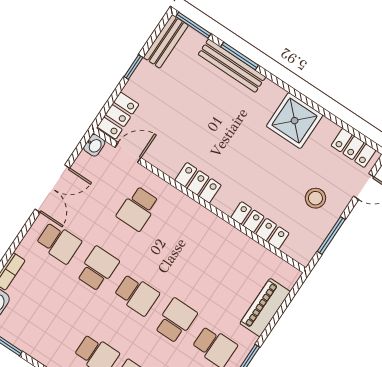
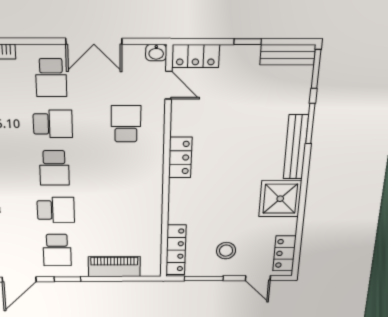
bench: (232, 66) -> (296, 147), moved
school desk: (138, 209) -> (126, 124), turned 90
locker: (260, 225) -> (176, 250), moved

